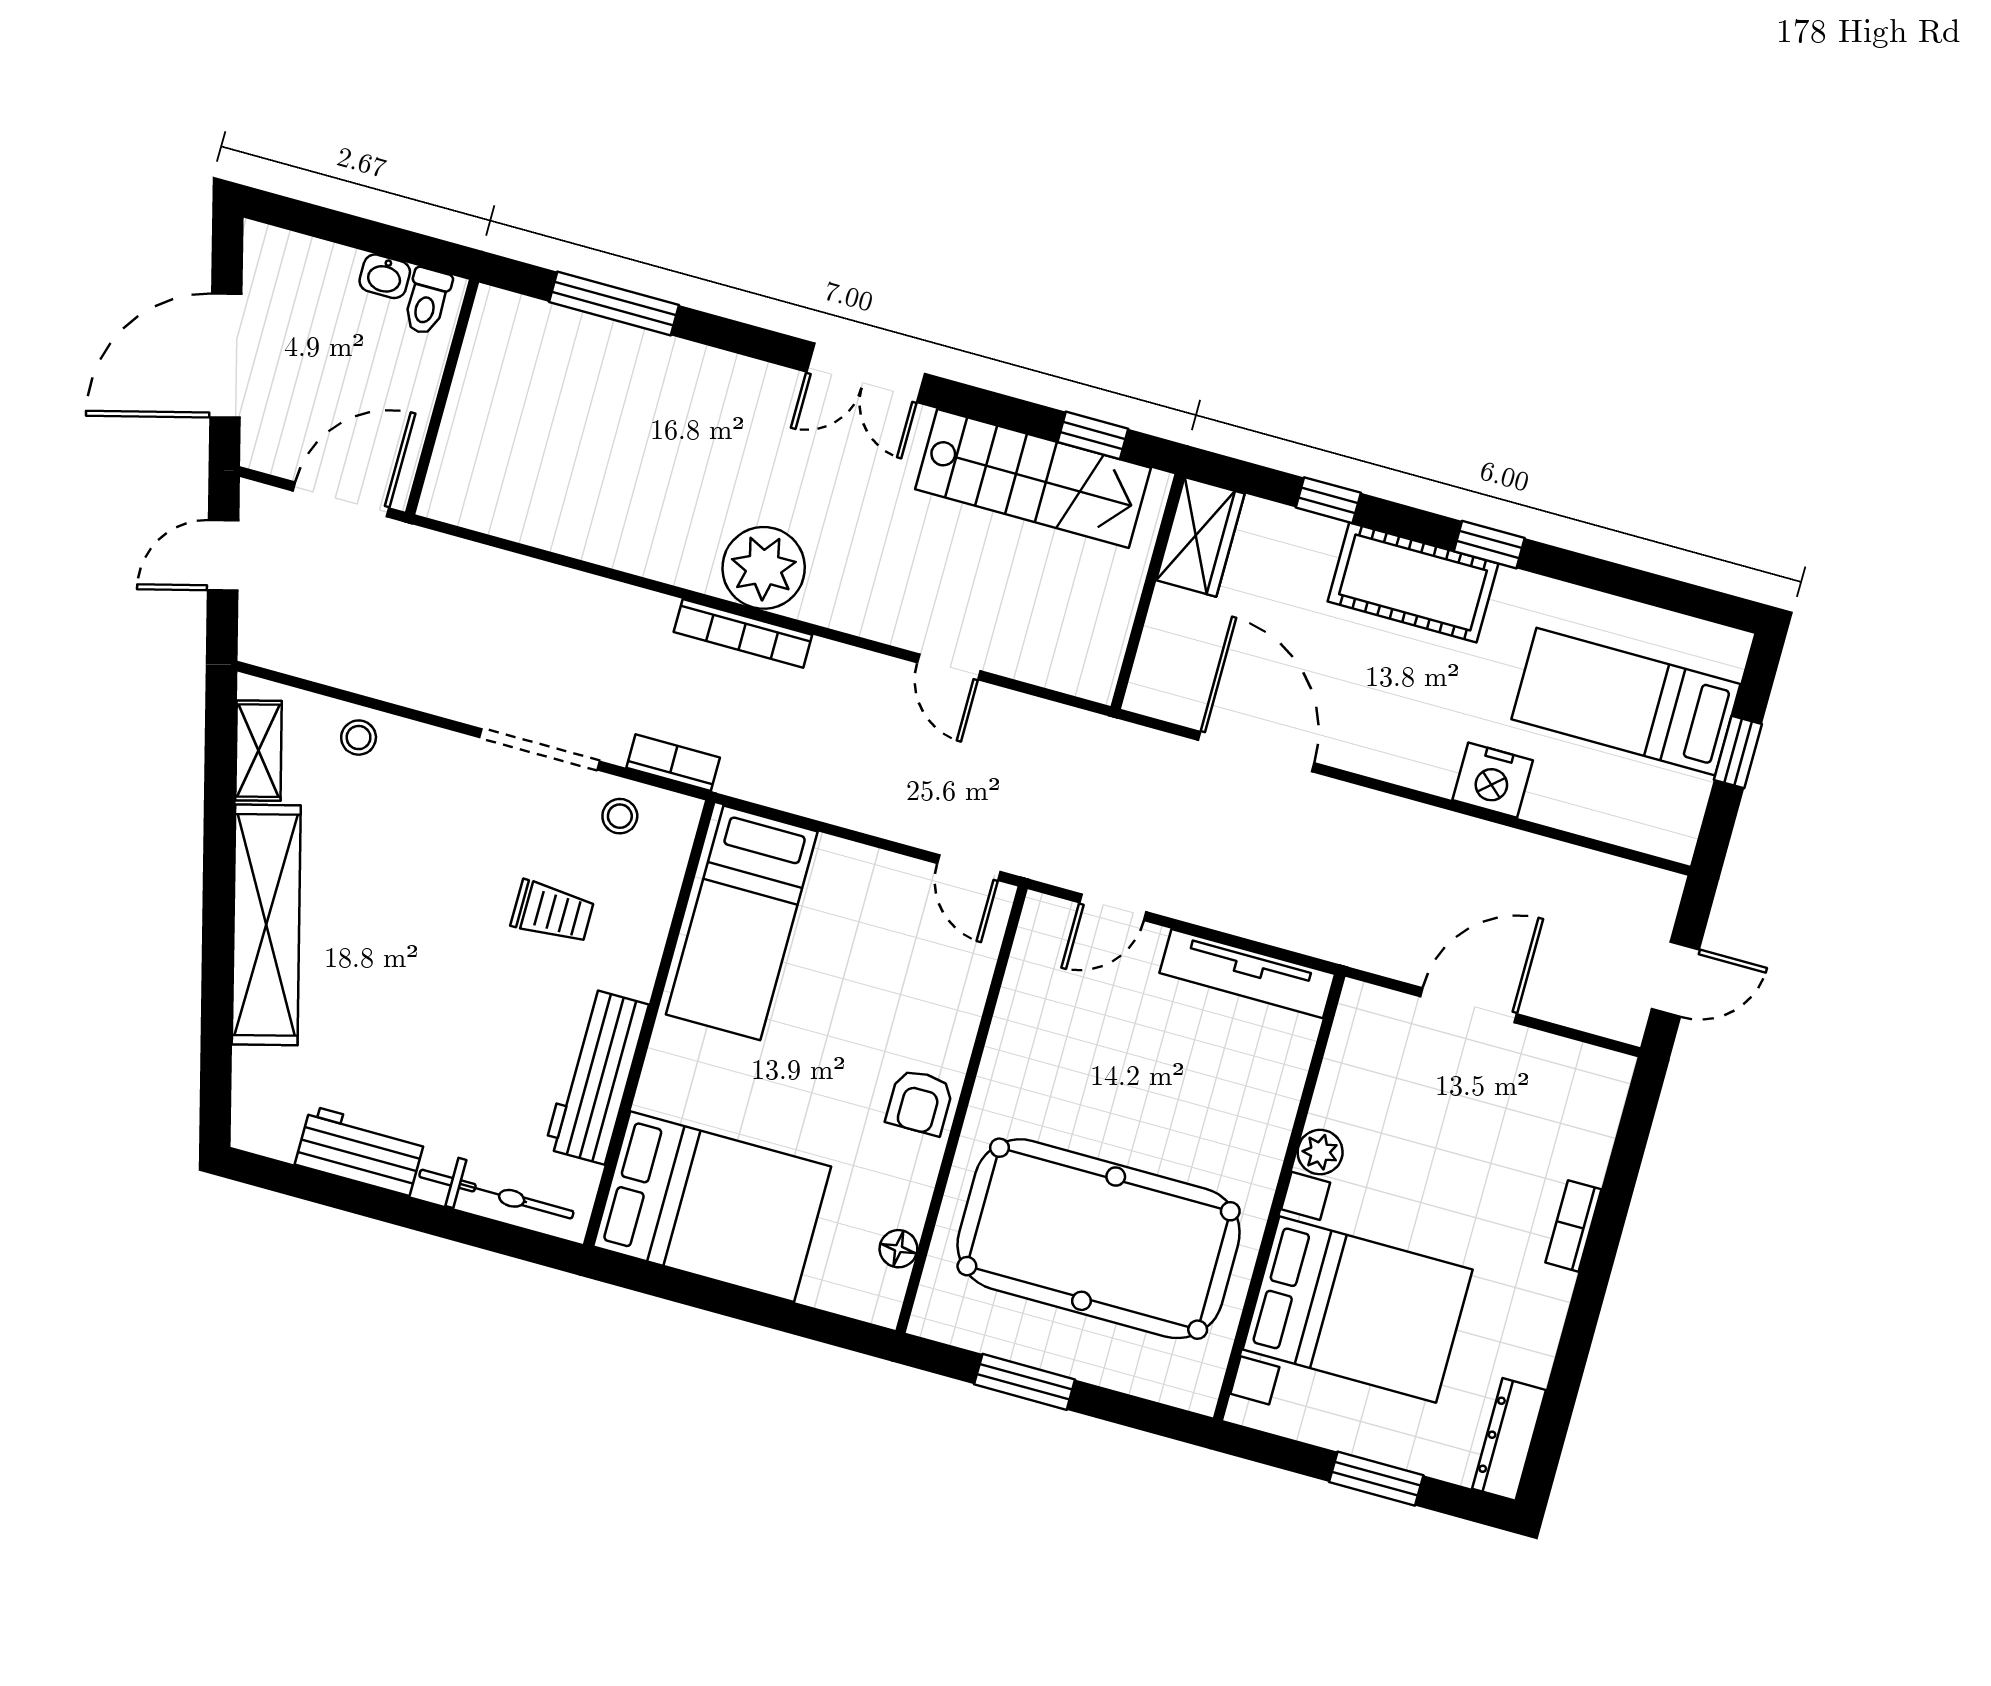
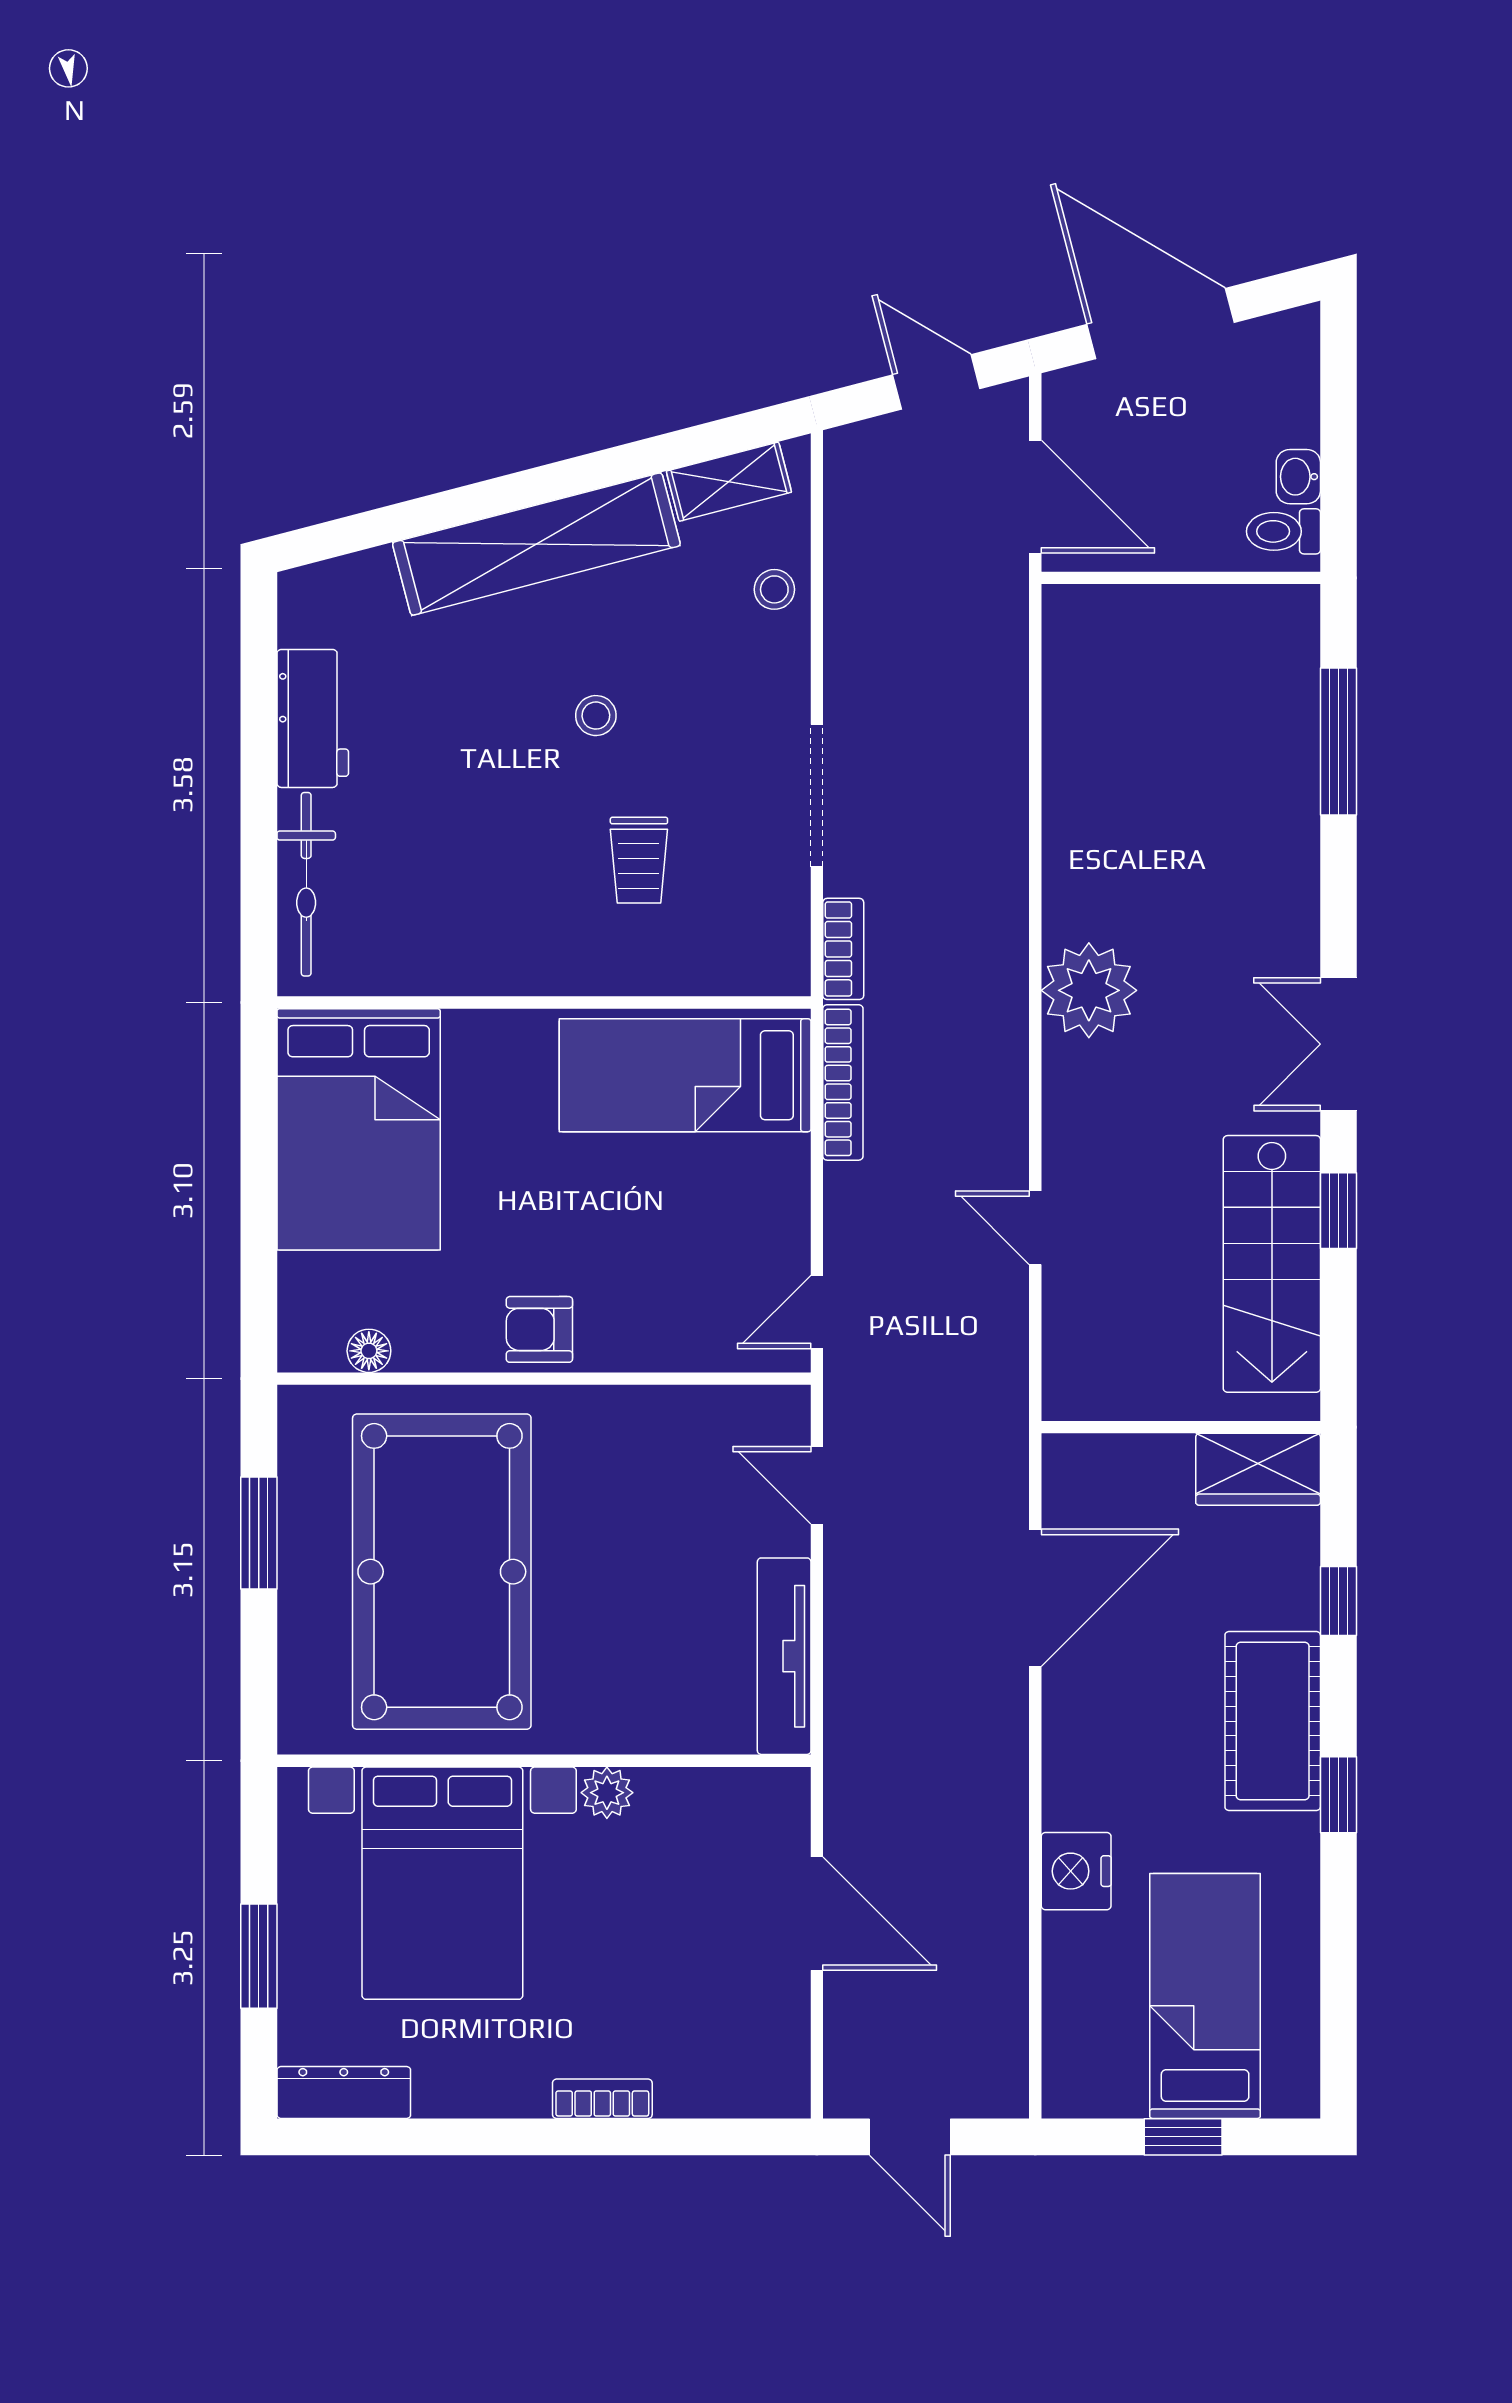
window: (1093, 435) -> (1339, 1211), moved
bookcase: (743, 633) -> (843, 1082), moved, turned 180
door: (949, 667) -> (1035, 1228), hinge flipped
stool: (620, 816) -> (596, 716), moved
workbench: (597, 1076) -> (469, 960), removed

